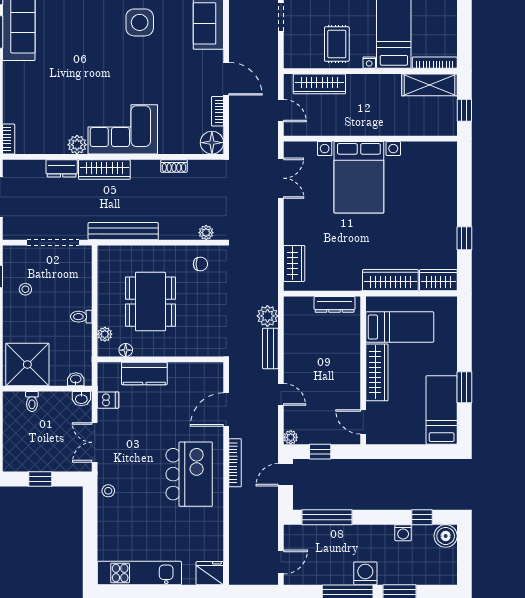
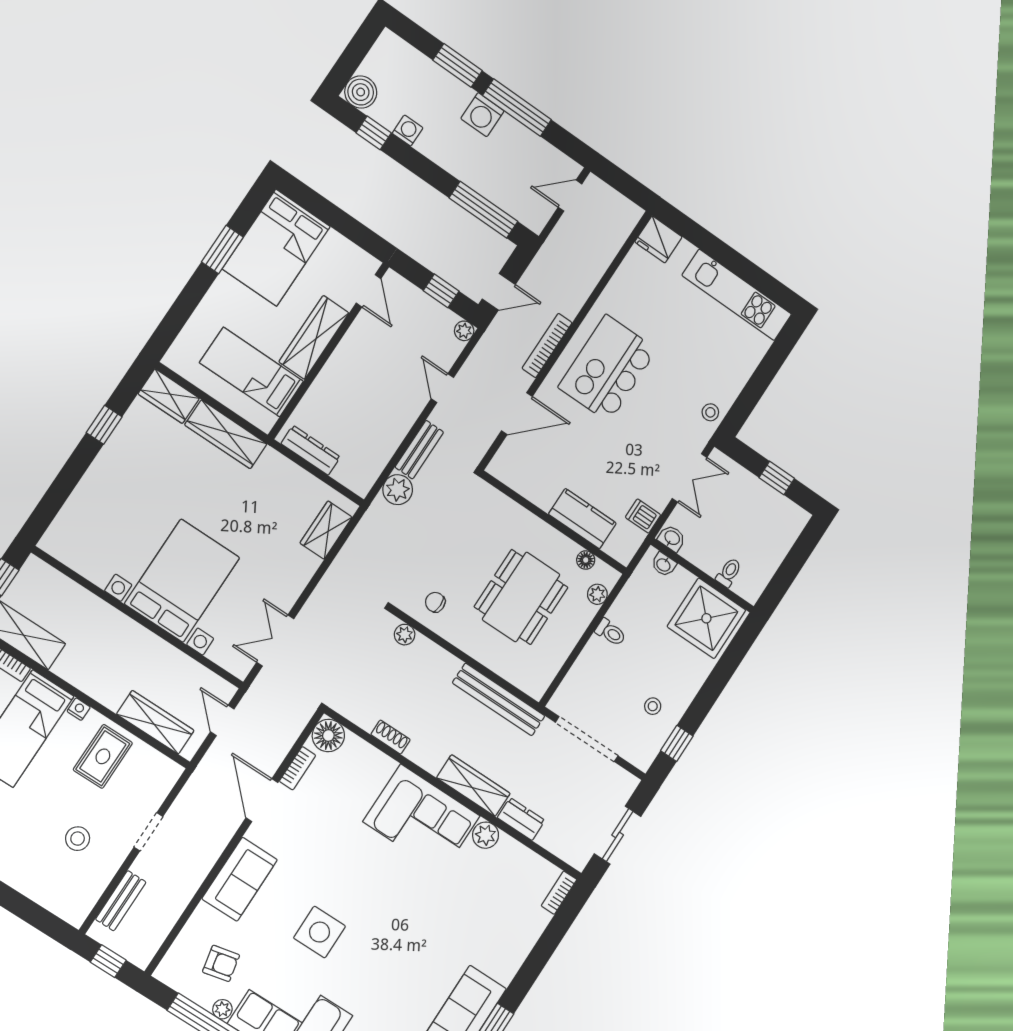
bed: (442, 410) -> (276, 248), width x1.50

